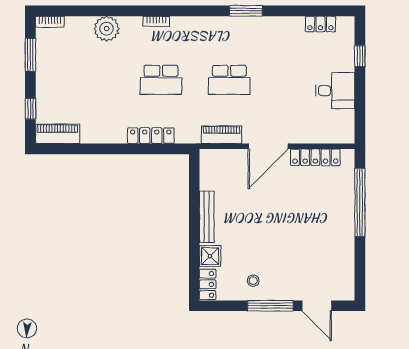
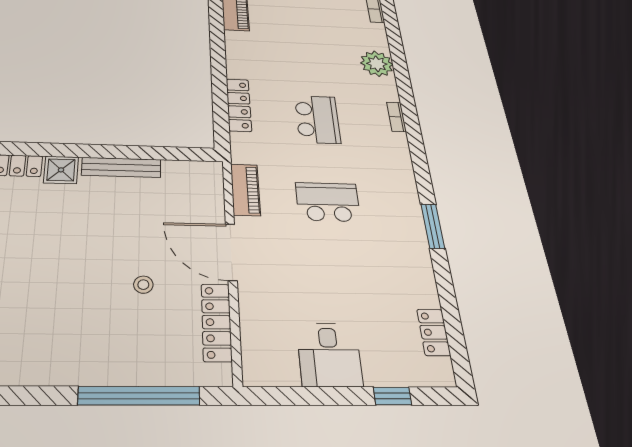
school desk: (161, 80) -> (317, 119), turned 180
school desk: (229, 80) -> (328, 202), turned 90
stool: (253, 281) -> (143, 285), moved

